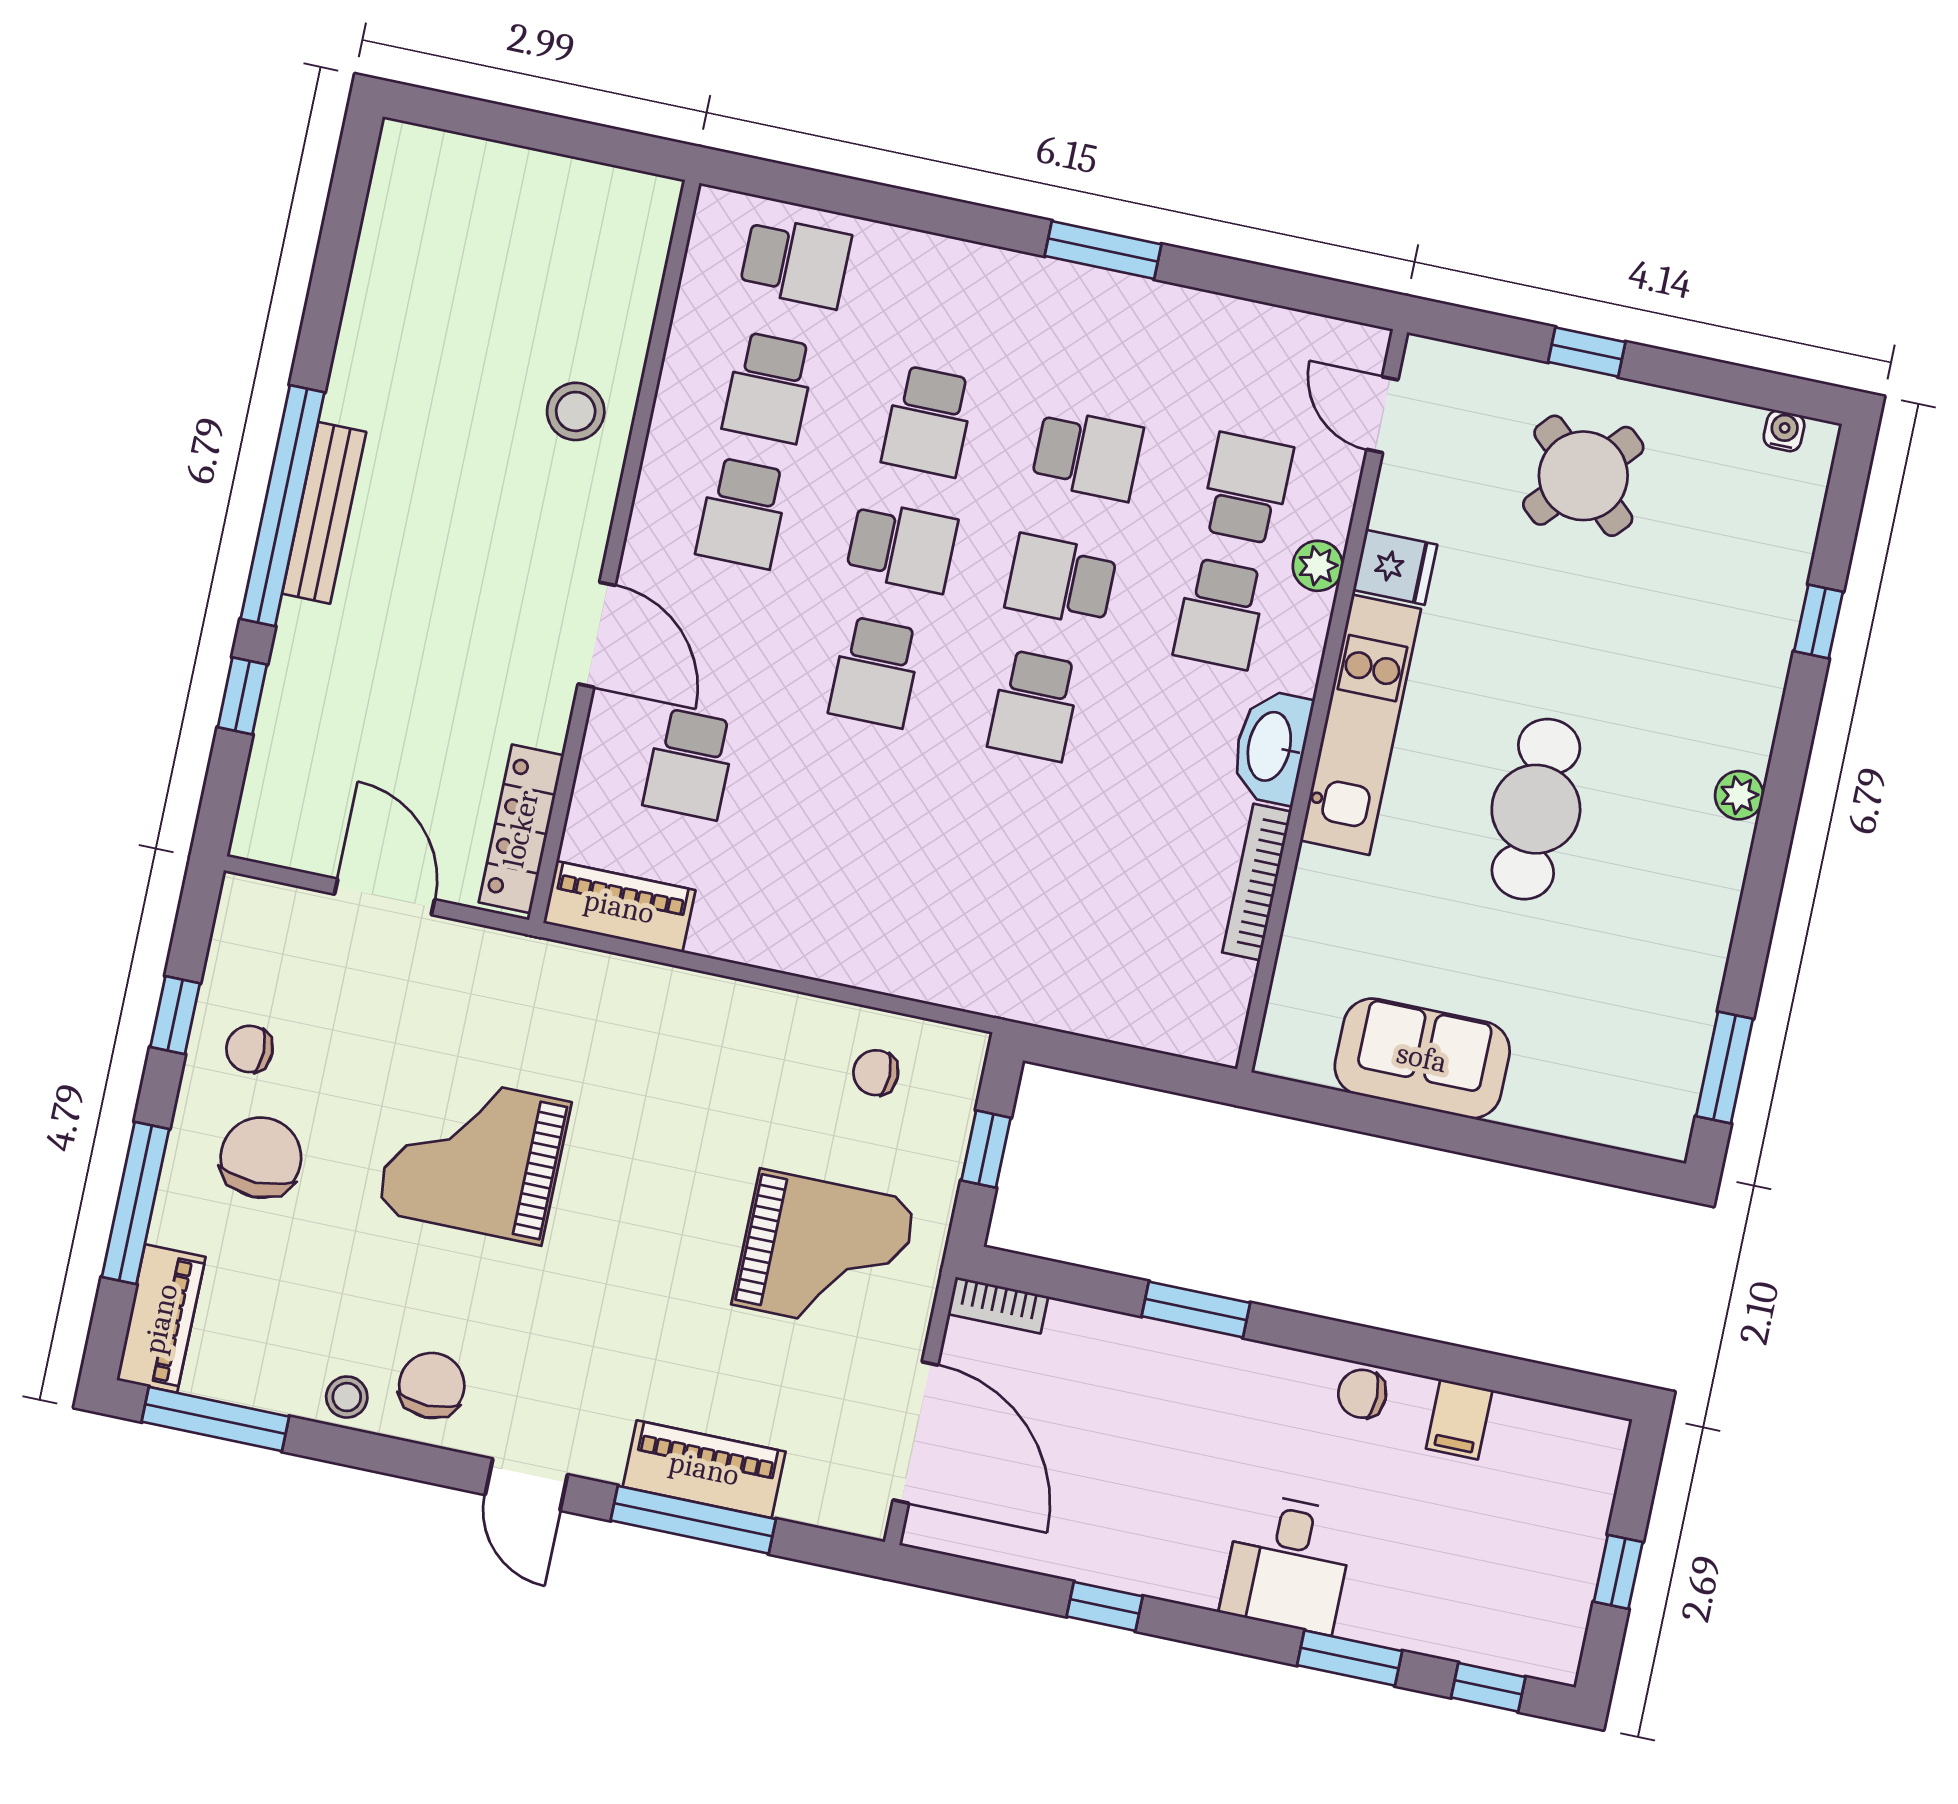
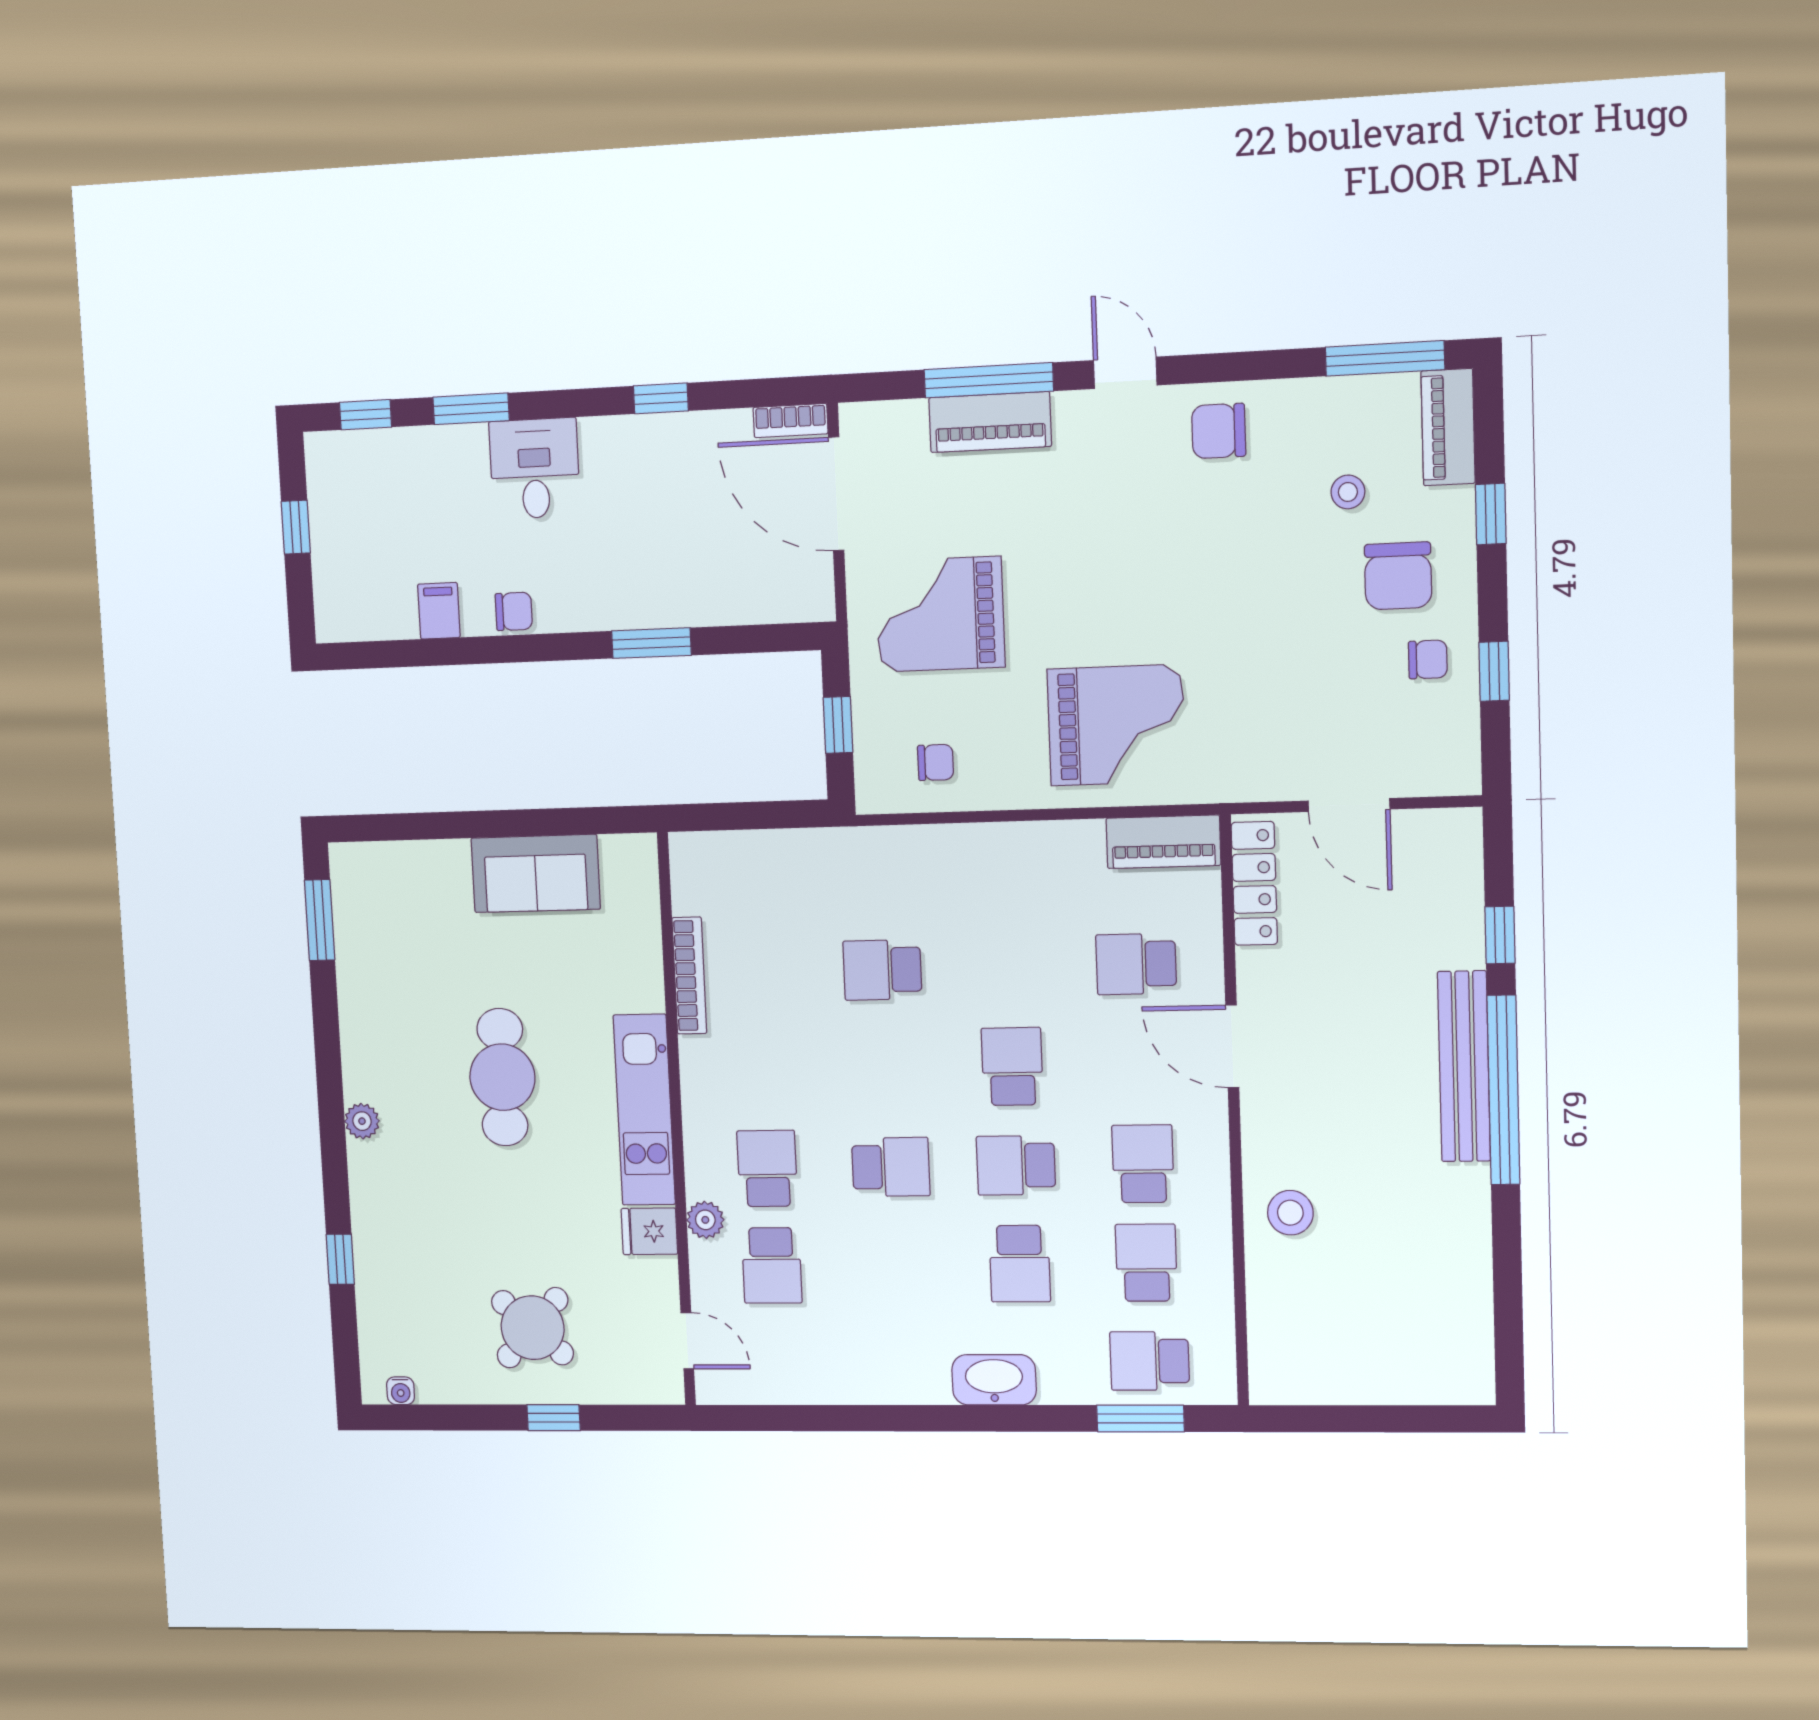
window: (1103, 250) -> (1140, 1418), moved
school desk: (928, 421) -> (1020, 1264), turned 180
school desk: (1087, 455) -> (895, 1265), removed
bench: (324, 513) -> (1464, 1066), width x1.37, depth x1.21
school desk: (1035, 706) -> (882, 970), moved, turned -90
washbasin: (1271, 747) -> (994, 1380), moved, turned -90
school desk: (690, 764) -> (1136, 964), turned -90
grand piano: (474, 1157) -> (1116, 725), moved
window: (136, 1203) -> (1491, 514), width x0.46
bookcase: (998, 1305) -> (790, 421), moved, turned 180
chair: (432, 1385) -> (1219, 431), turned 90
stool: (347, 1397) -> (1348, 492), moved

